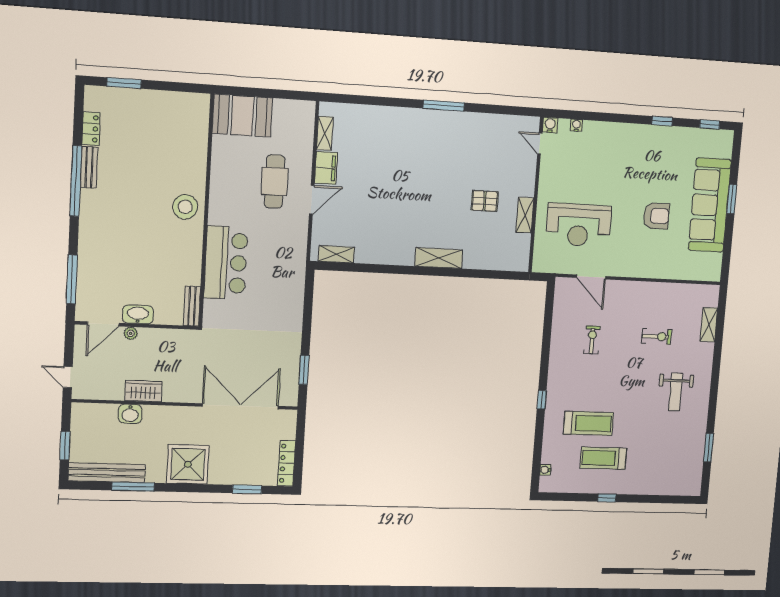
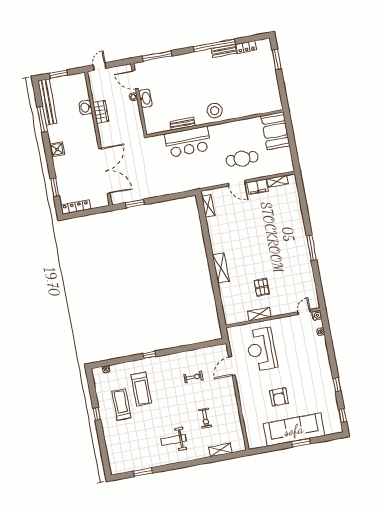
bench: (192, 306) -> (182, 124), moved
shower: (188, 464) -> (57, 149), width x0.54, depth x0.54

